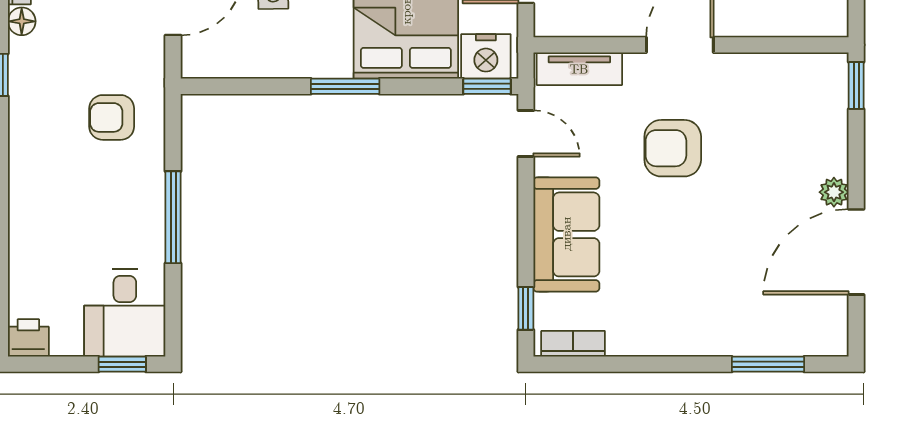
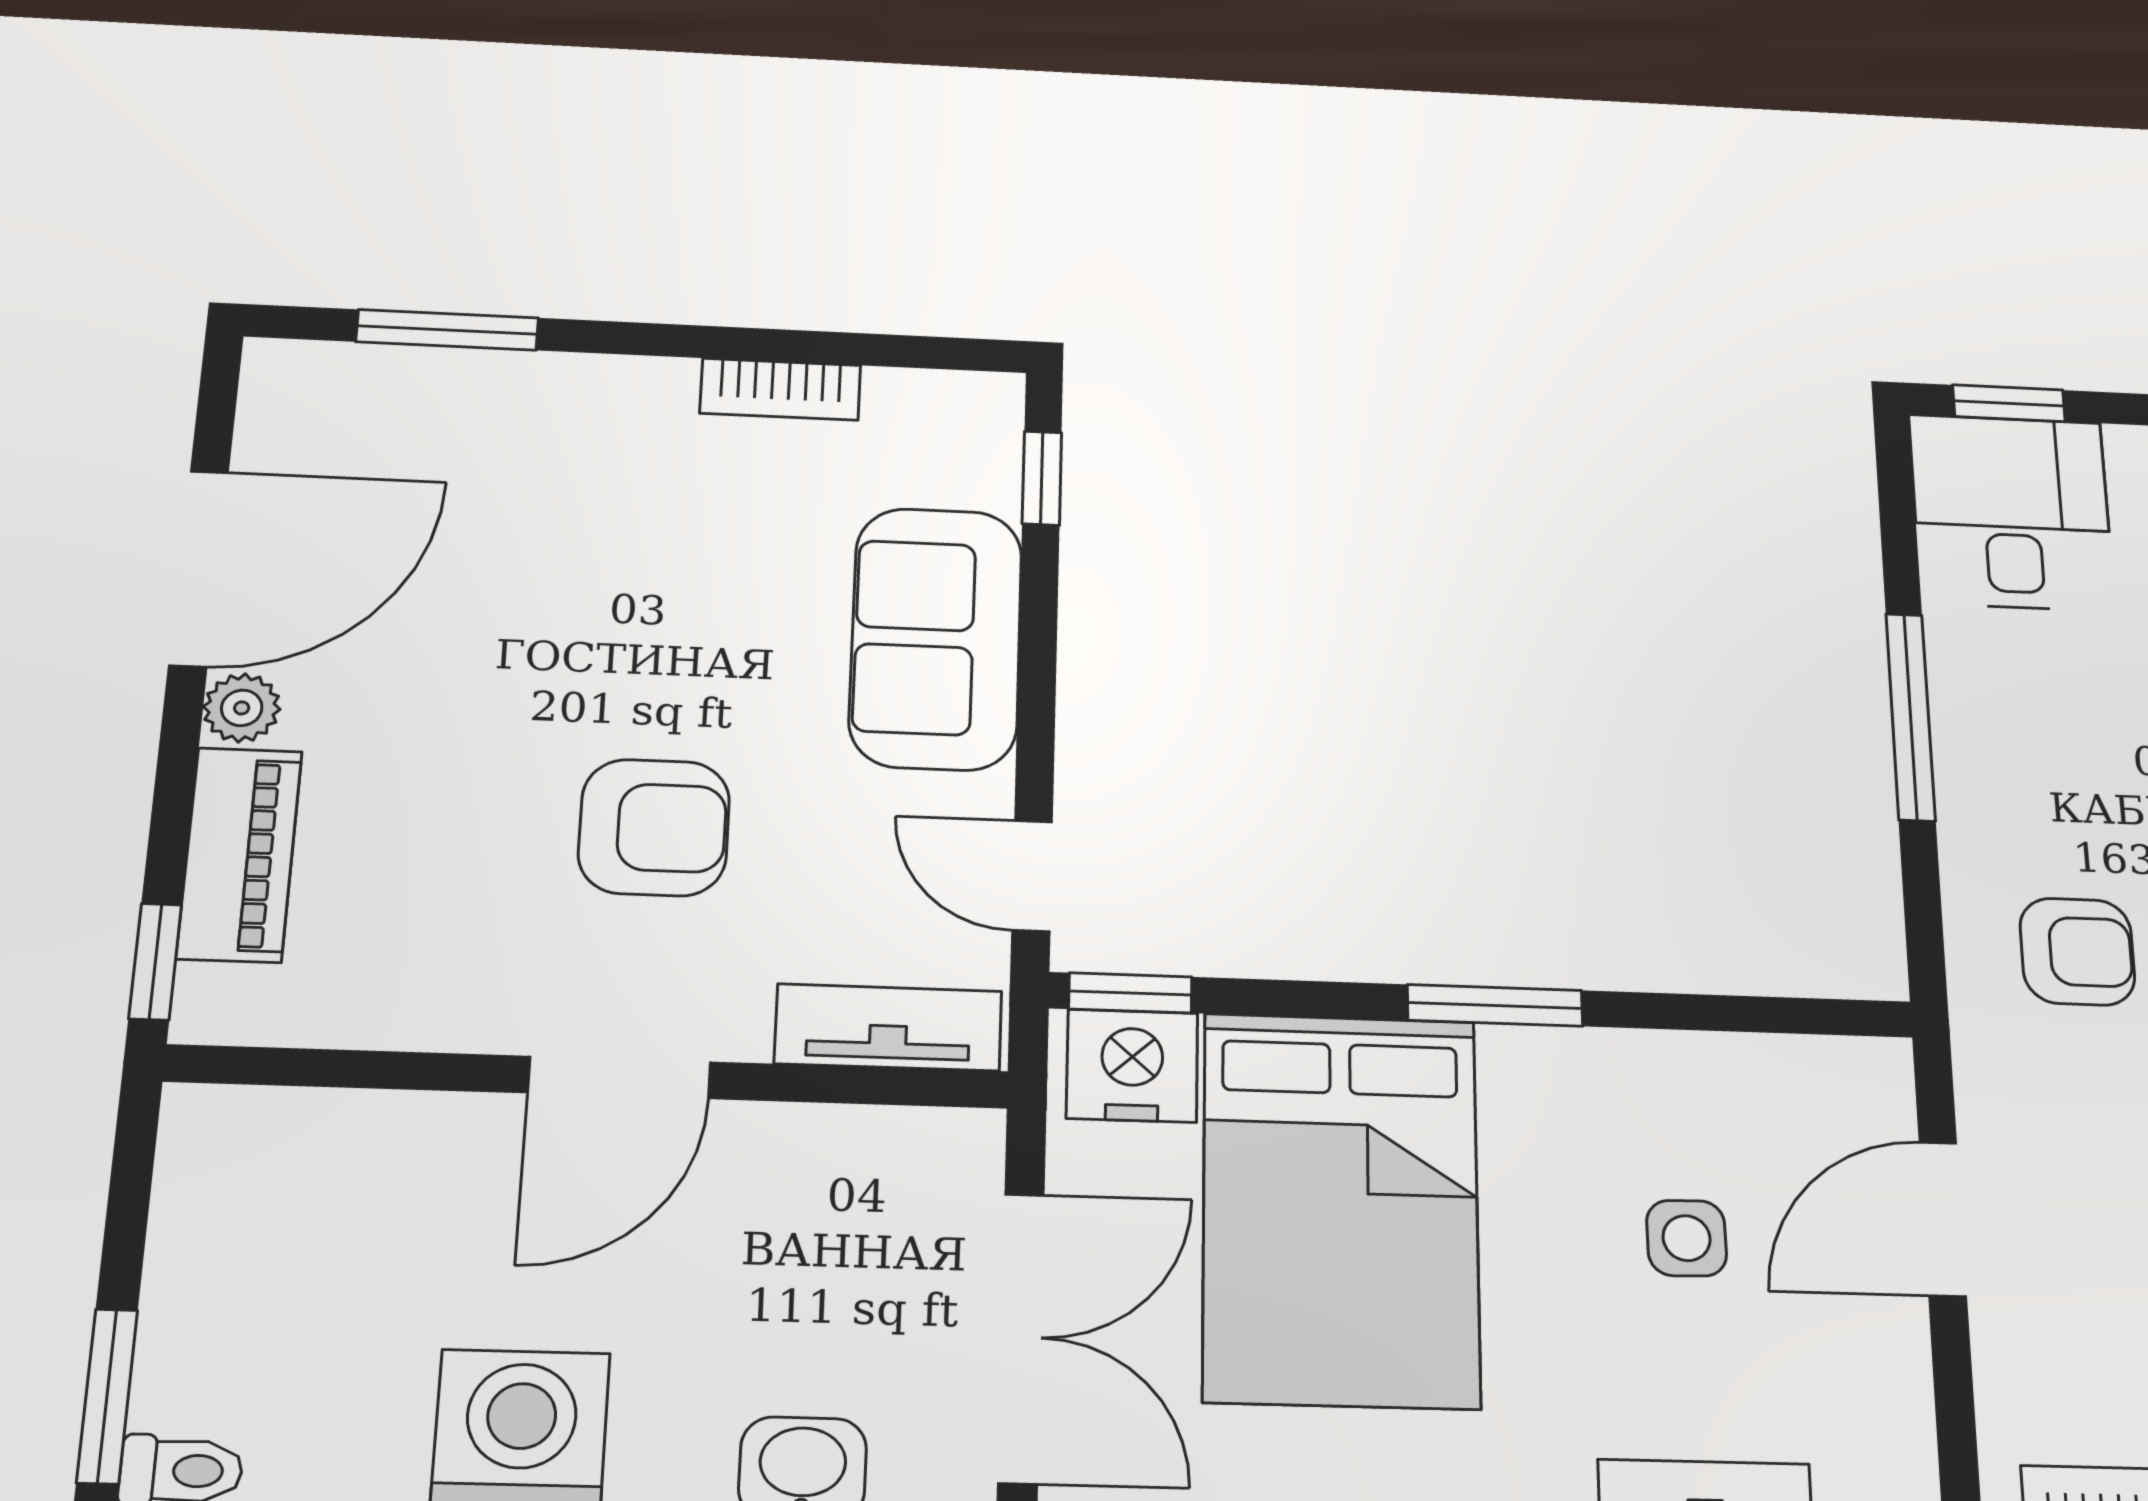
piano: (829, 131) -> (239, 854), added
bookcase: (573, 344) -> (780, 389), moved

